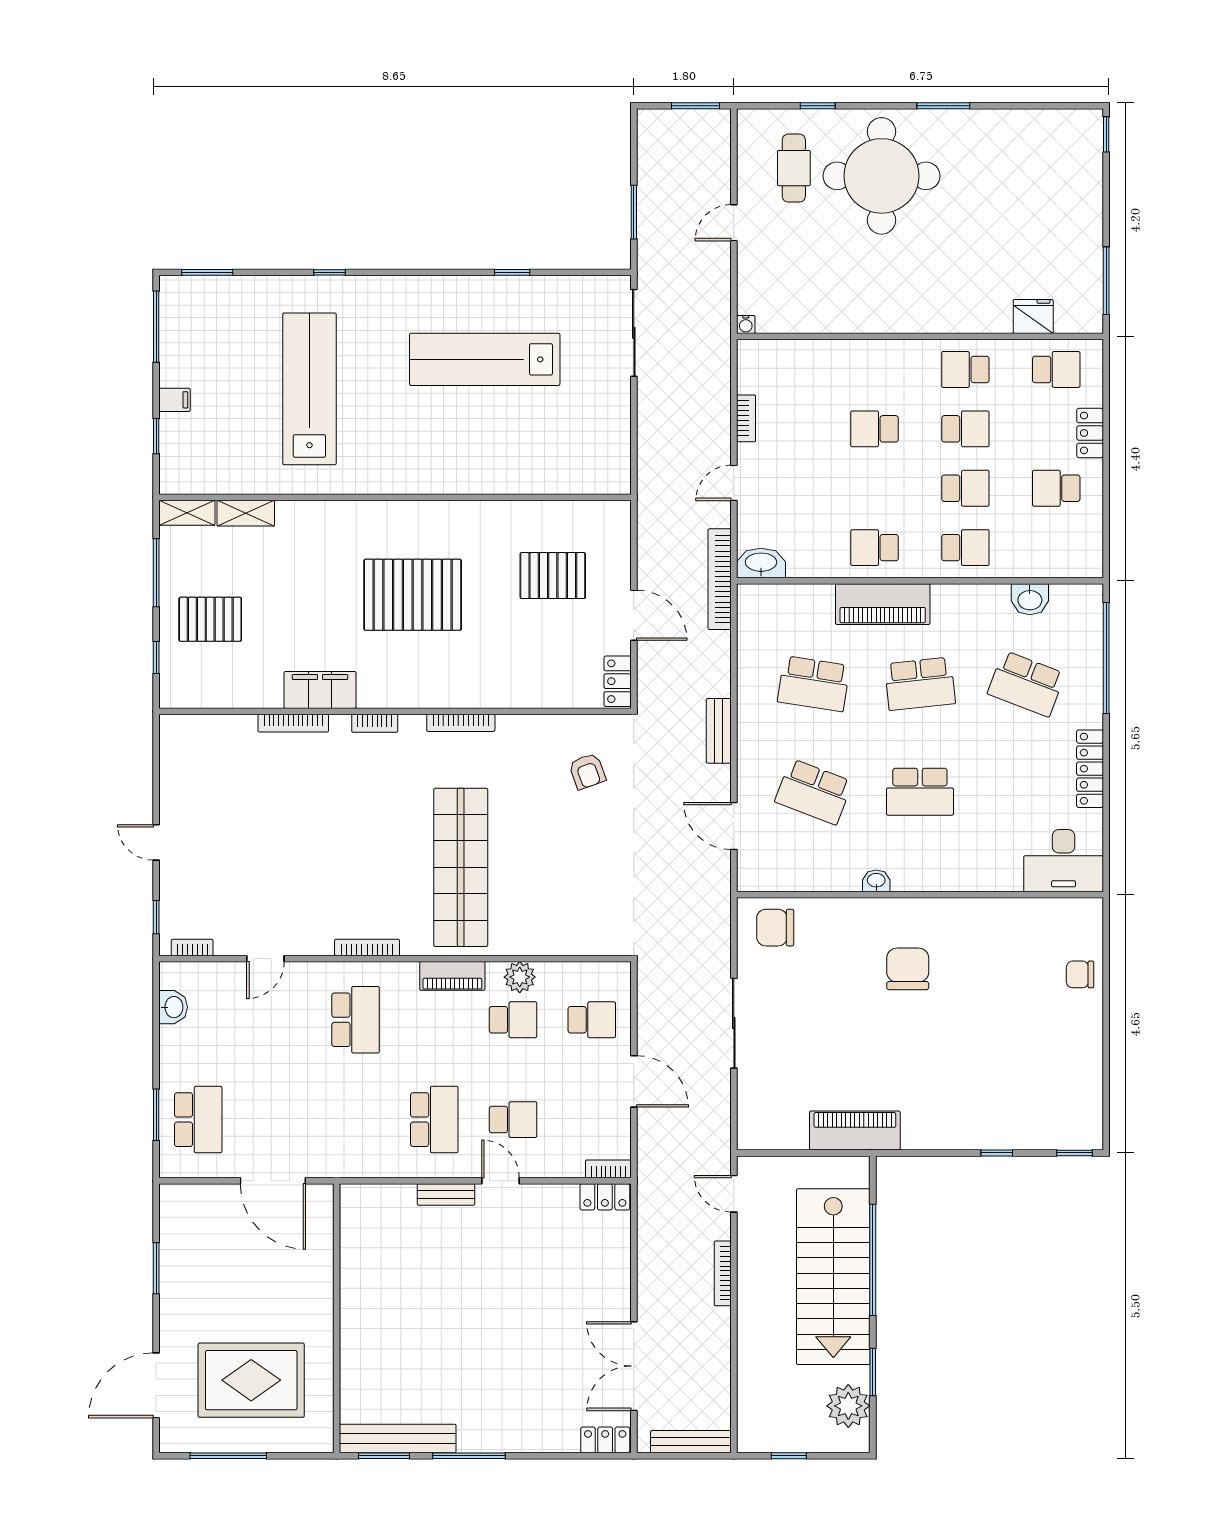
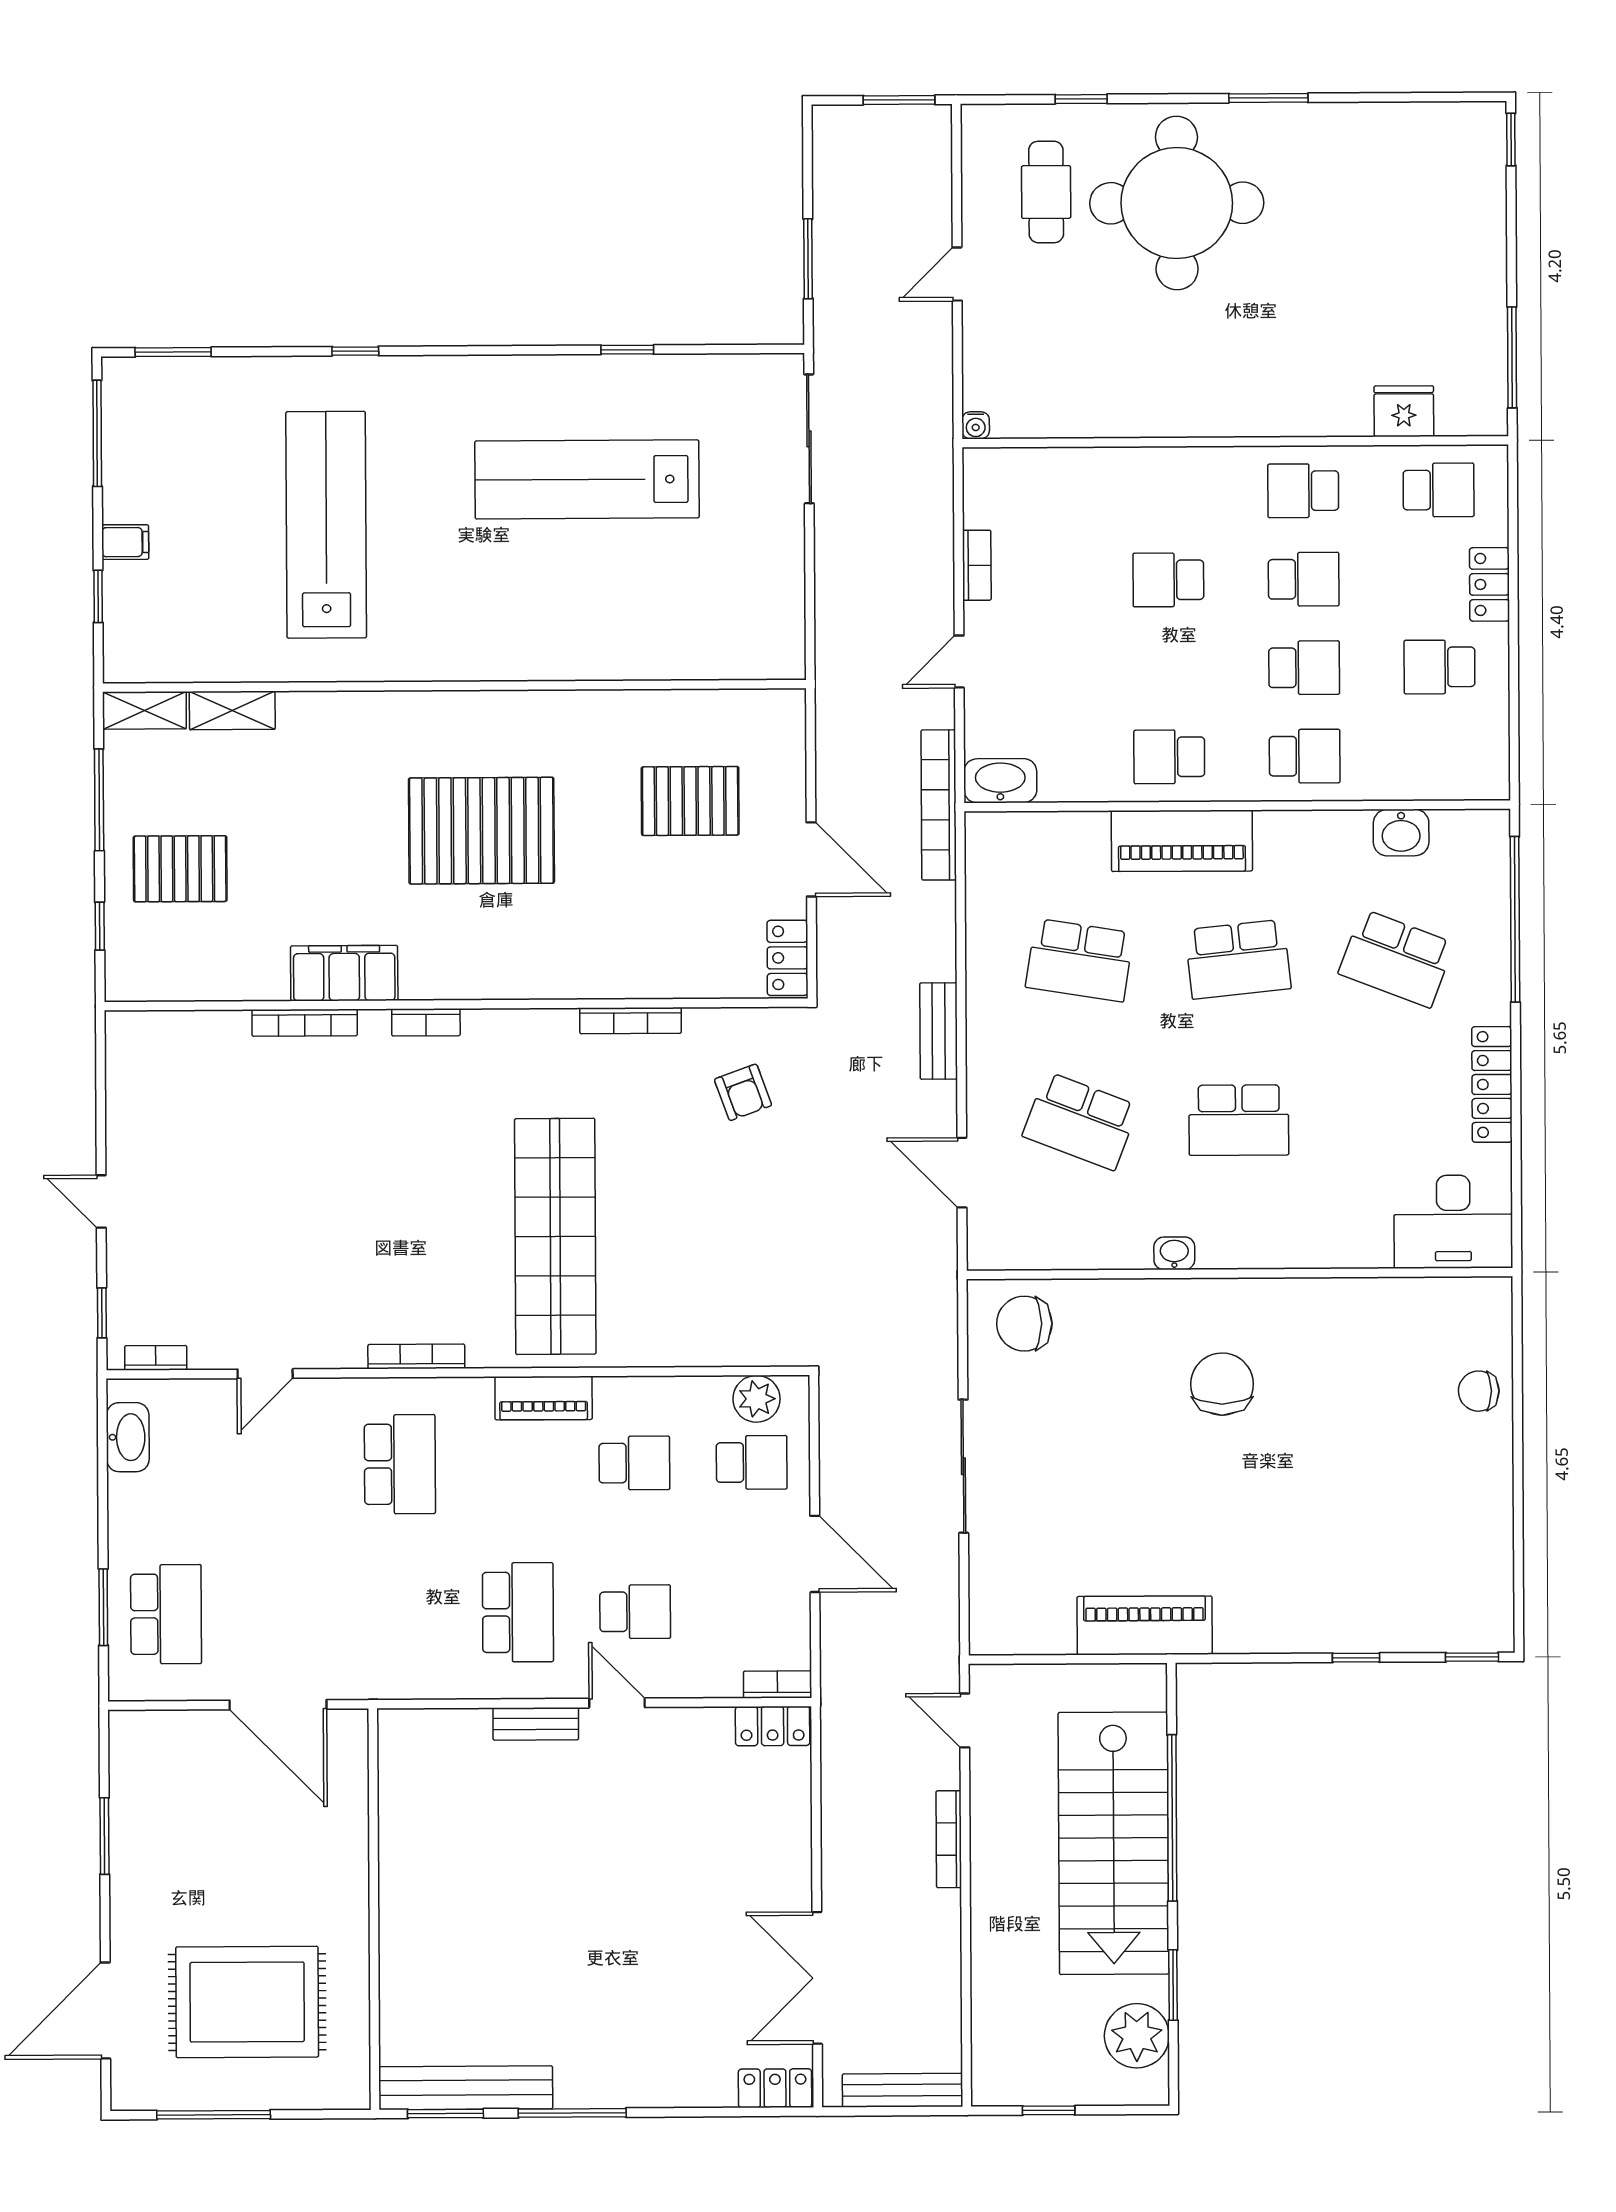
bookcase: (461, 723) -> (631, 1021), moved
plant: (520, 977) -> (756, 1399), moved
washbasin: (173, 1007) -> (128, 1437), width x1.38

